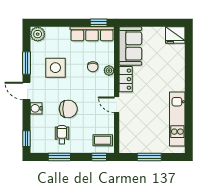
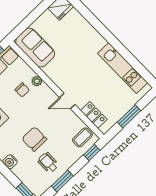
locker: (126, 79) -> (94, 115), moved
chair: (68, 109) -> (34, 139), turned -90

